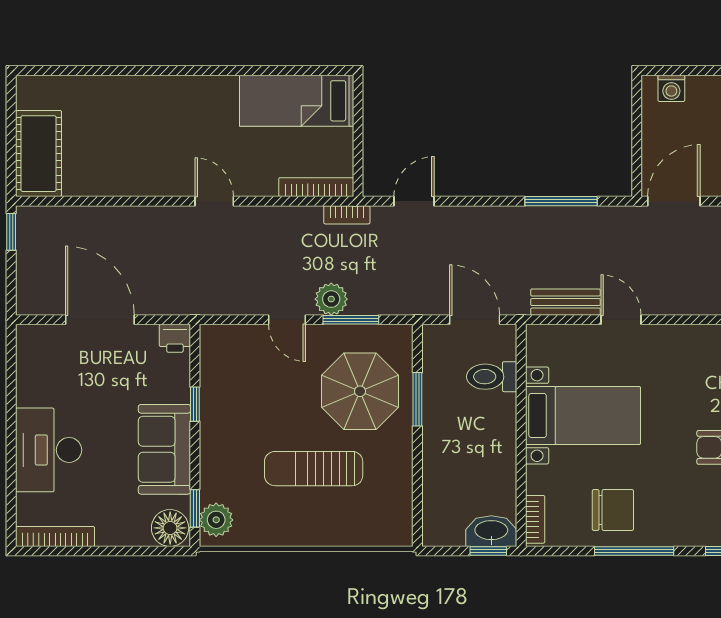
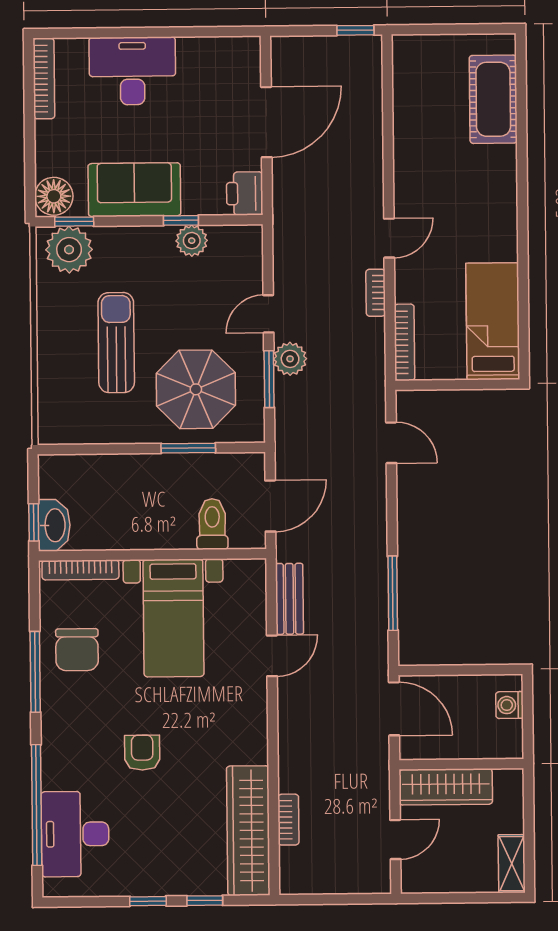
cot: (38, 154) -> (493, 99), moved, turned 90
bookcase: (347, 215) -> (376, 293), moved
printer: (175, 338) -> (245, 194), width x1.36, depth x1.24
plant: (215, 394) -> (192, 241), added
bookcase: (535, 519) -> (80, 570), width x1.56
plant: (216, 520) -> (69, 250), width x1.36, depth x1.36

